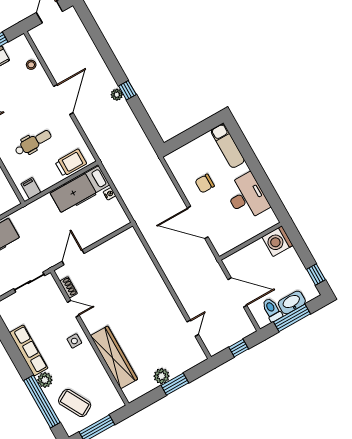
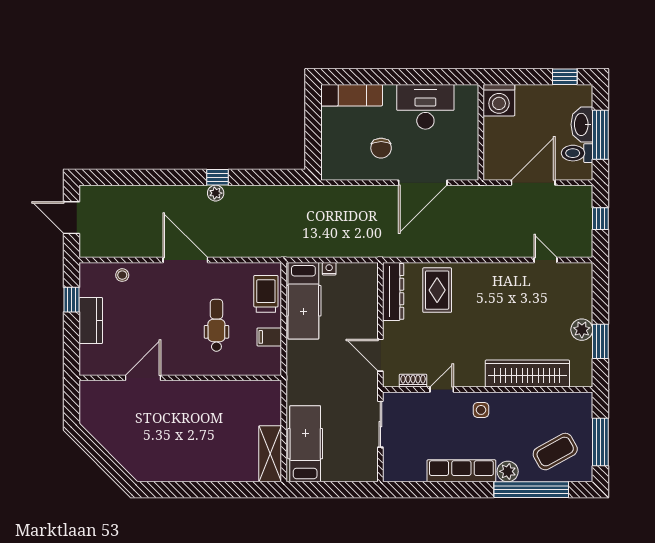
filing cabinet: (31, 188) -> (269, 337), moved
dresser: (118, 243) -> (393, 291), added
rug: (135, 270) -> (437, 290), added
window: (175, 384) -> (600, 341), moved

